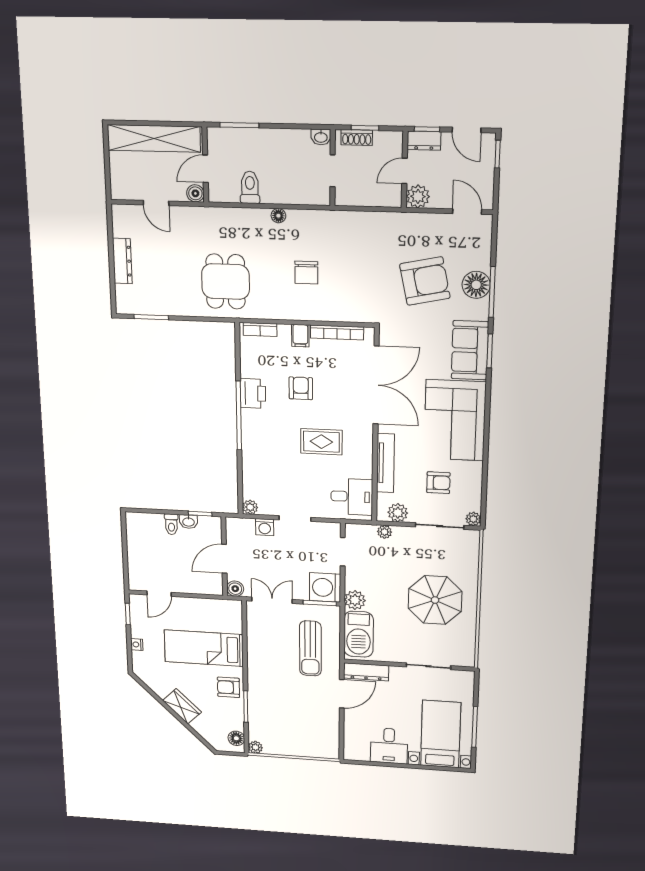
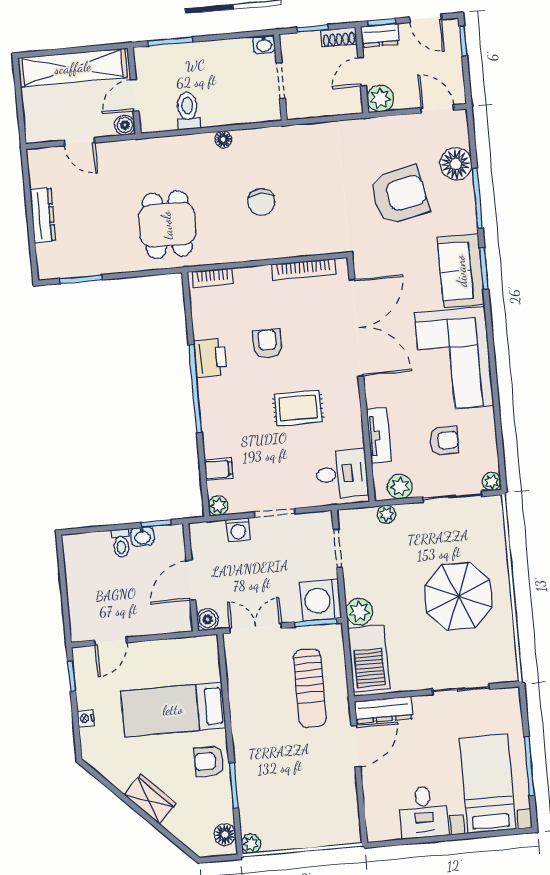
shoe rack: (357, 137) -> (339, 37), moved
floor lamp: (476, 285) -> (456, 164), moved
filing cabinet: (300, 336) -> (219, 469), moved, turned -90
tv unit: (385, 463) -> (379, 435), width x0.71

